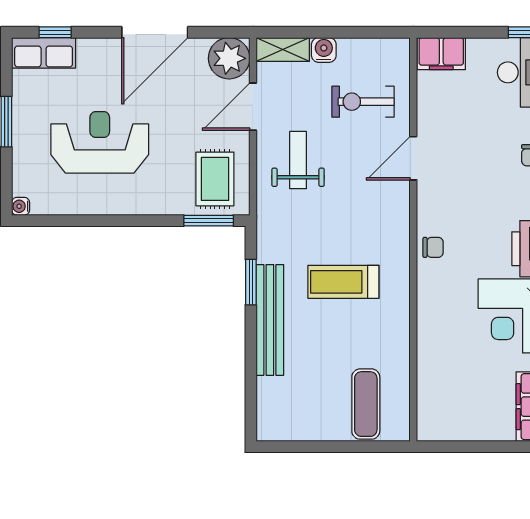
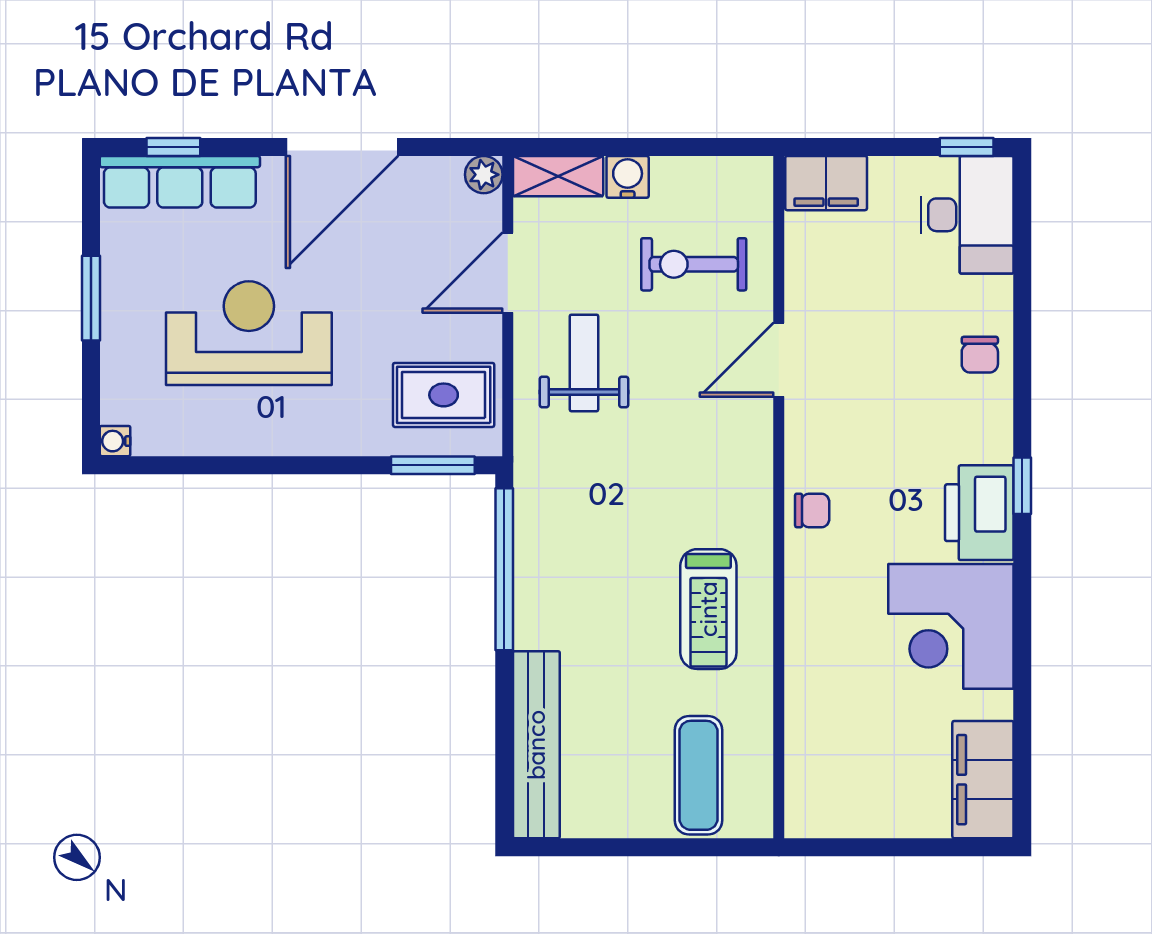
row of seats: (44, 53) -> (180, 182), width x1.48
plant: (229, 58) -> (484, 175), width x0.53, depth x0.53
rug: (215, 179) -> (444, 395), turned 90
window: (251, 282) -> (504, 569), width x2.11
treadmill: (343, 282) -> (708, 609), moved, turned -90
bench: (270, 320) -> (536, 745), moved

